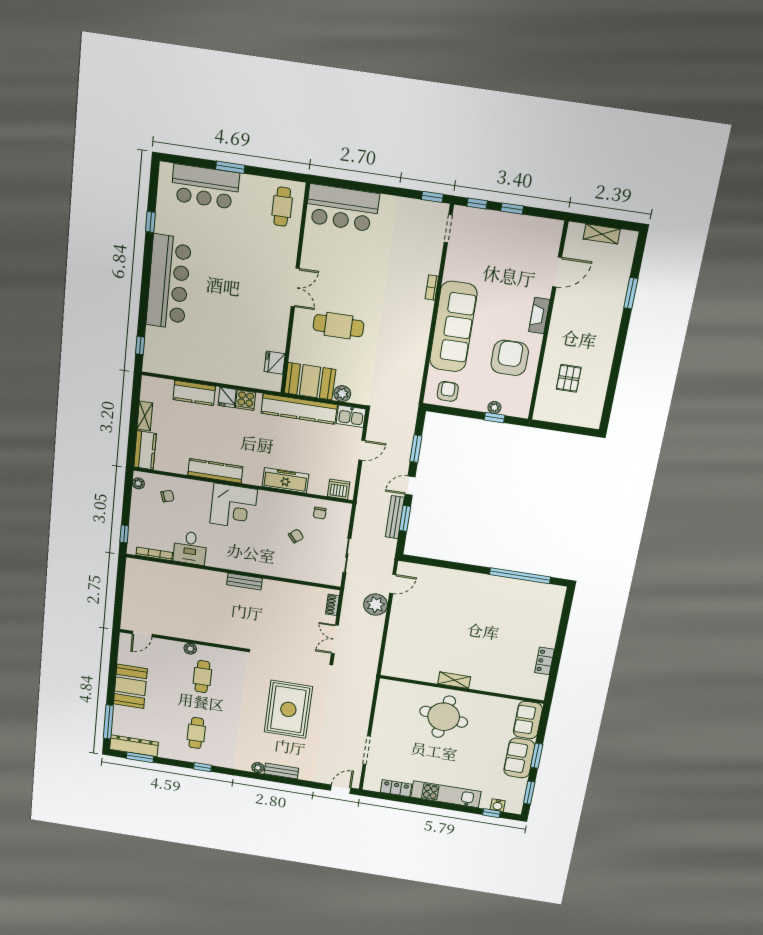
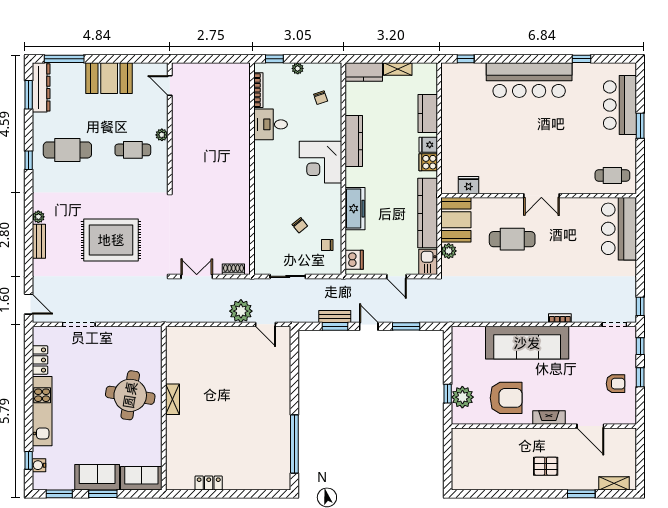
shelving: (602, 234) -> (614, 483), moved, turned 90
cafe table: (338, 326) -> (512, 239), turned 90
pallet: (569, 378) -> (546, 466), moved
armchair: (448, 391) -> (616, 384), moved
plant: (494, 407) -> (462, 397), width x1.87, depth x1.87
plant: (138, 483) -> (298, 68), moved
bench: (395, 517) -> (335, 317), width x0.73
bench: (245, 582) -> (244, 181), removed
cafe table: (196, 733) -> (67, 150), width x1.37, depth x1.35

